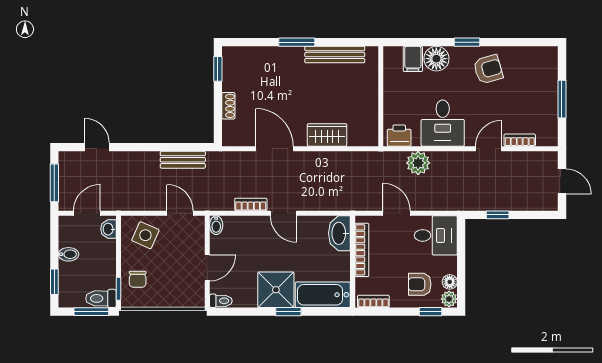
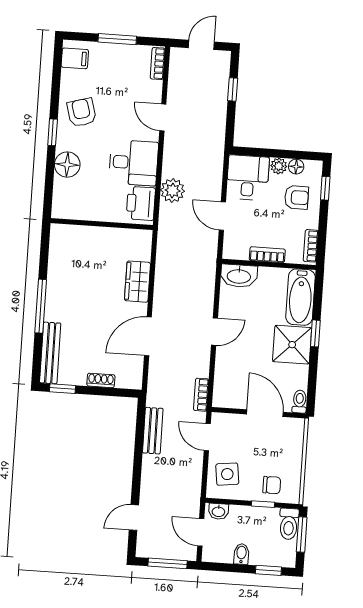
window: (297, 42) -> (41, 306), width x1.44
bench: (335, 55) -> (50, 353), moved
filing cabinet: (413, 59) -> (75, 58), moved
printer: (399, 136) -> (141, 203), width x1.36, depth x1.24
bookcase: (520, 140) -> (158, 63), moved
bookcase: (251, 204) -> (201, 395), moved
door: (180, 213) -> (207, 437), hinge flipped
door: (397, 213) -> (222, 216), hinge flipped
window: (498, 215) -> (233, 89), moved
bidet: (216, 225) -> (222, 401), removed
side table: (145, 235) -> (227, 474), turned -31
bookcase: (362, 250) -> (267, 255), width x0.64
door: (207, 268) -> (265, 413), width x1.38
armchair: (420, 284) -> (297, 197), turned -90
window: (119, 289) -> (263, 504), moved
plant: (449, 299) -> (279, 166), moved

